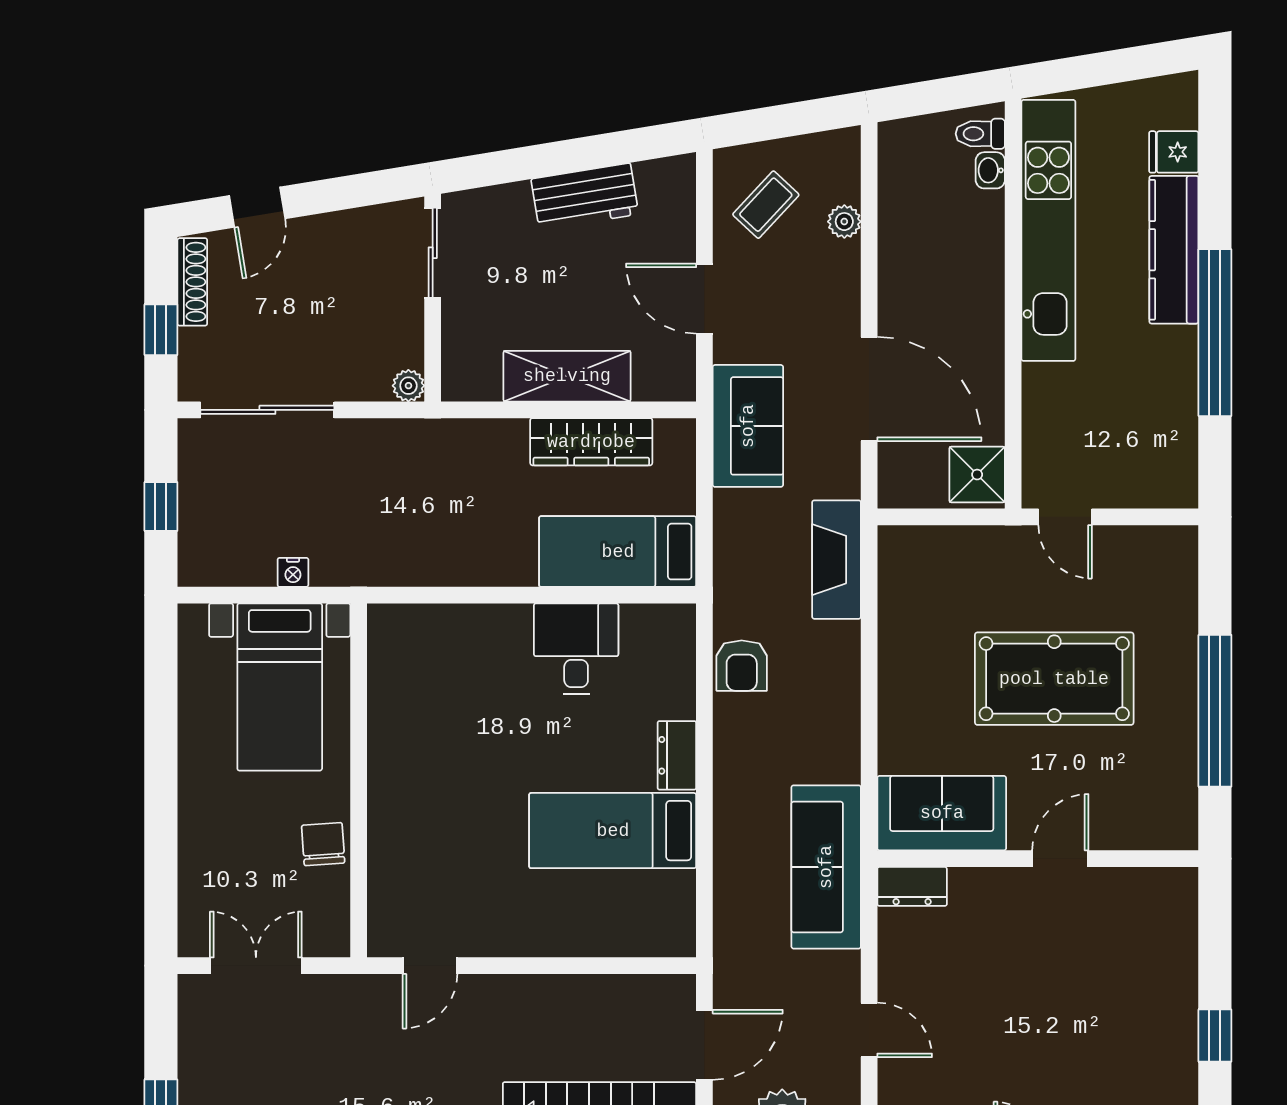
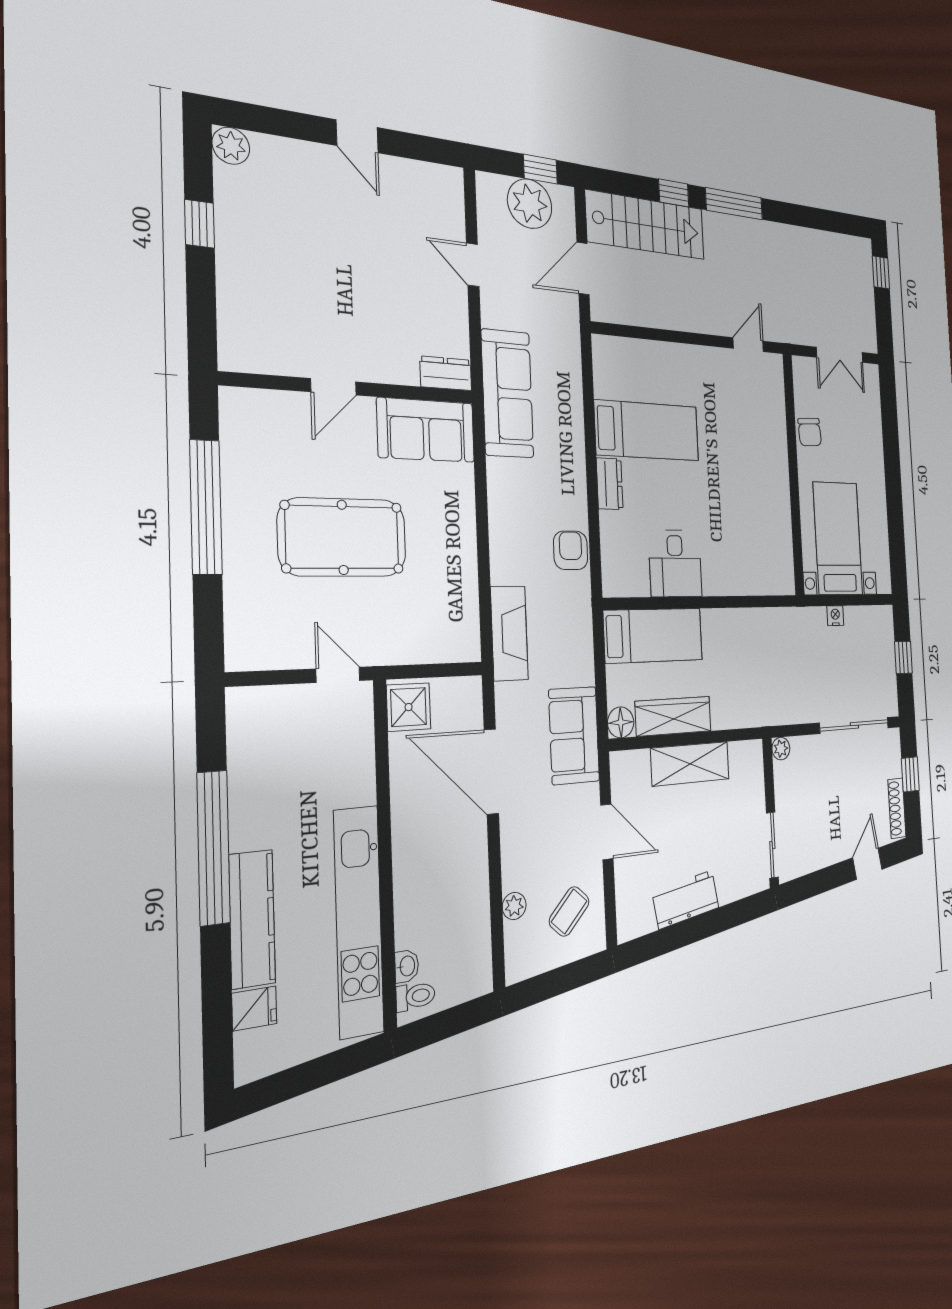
floor lamp: (676, 438) -> (621, 722), added

